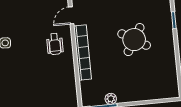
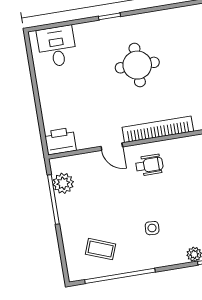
round table: (134, 40) -> (137, 65), turned -31

